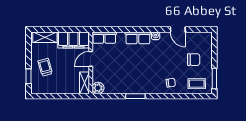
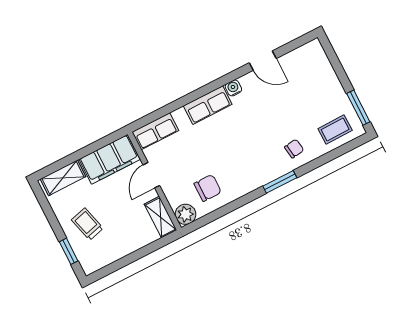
chair: (194, 60) -> (208, 188), moved
window: (135, 96) -> (280, 182), moved

